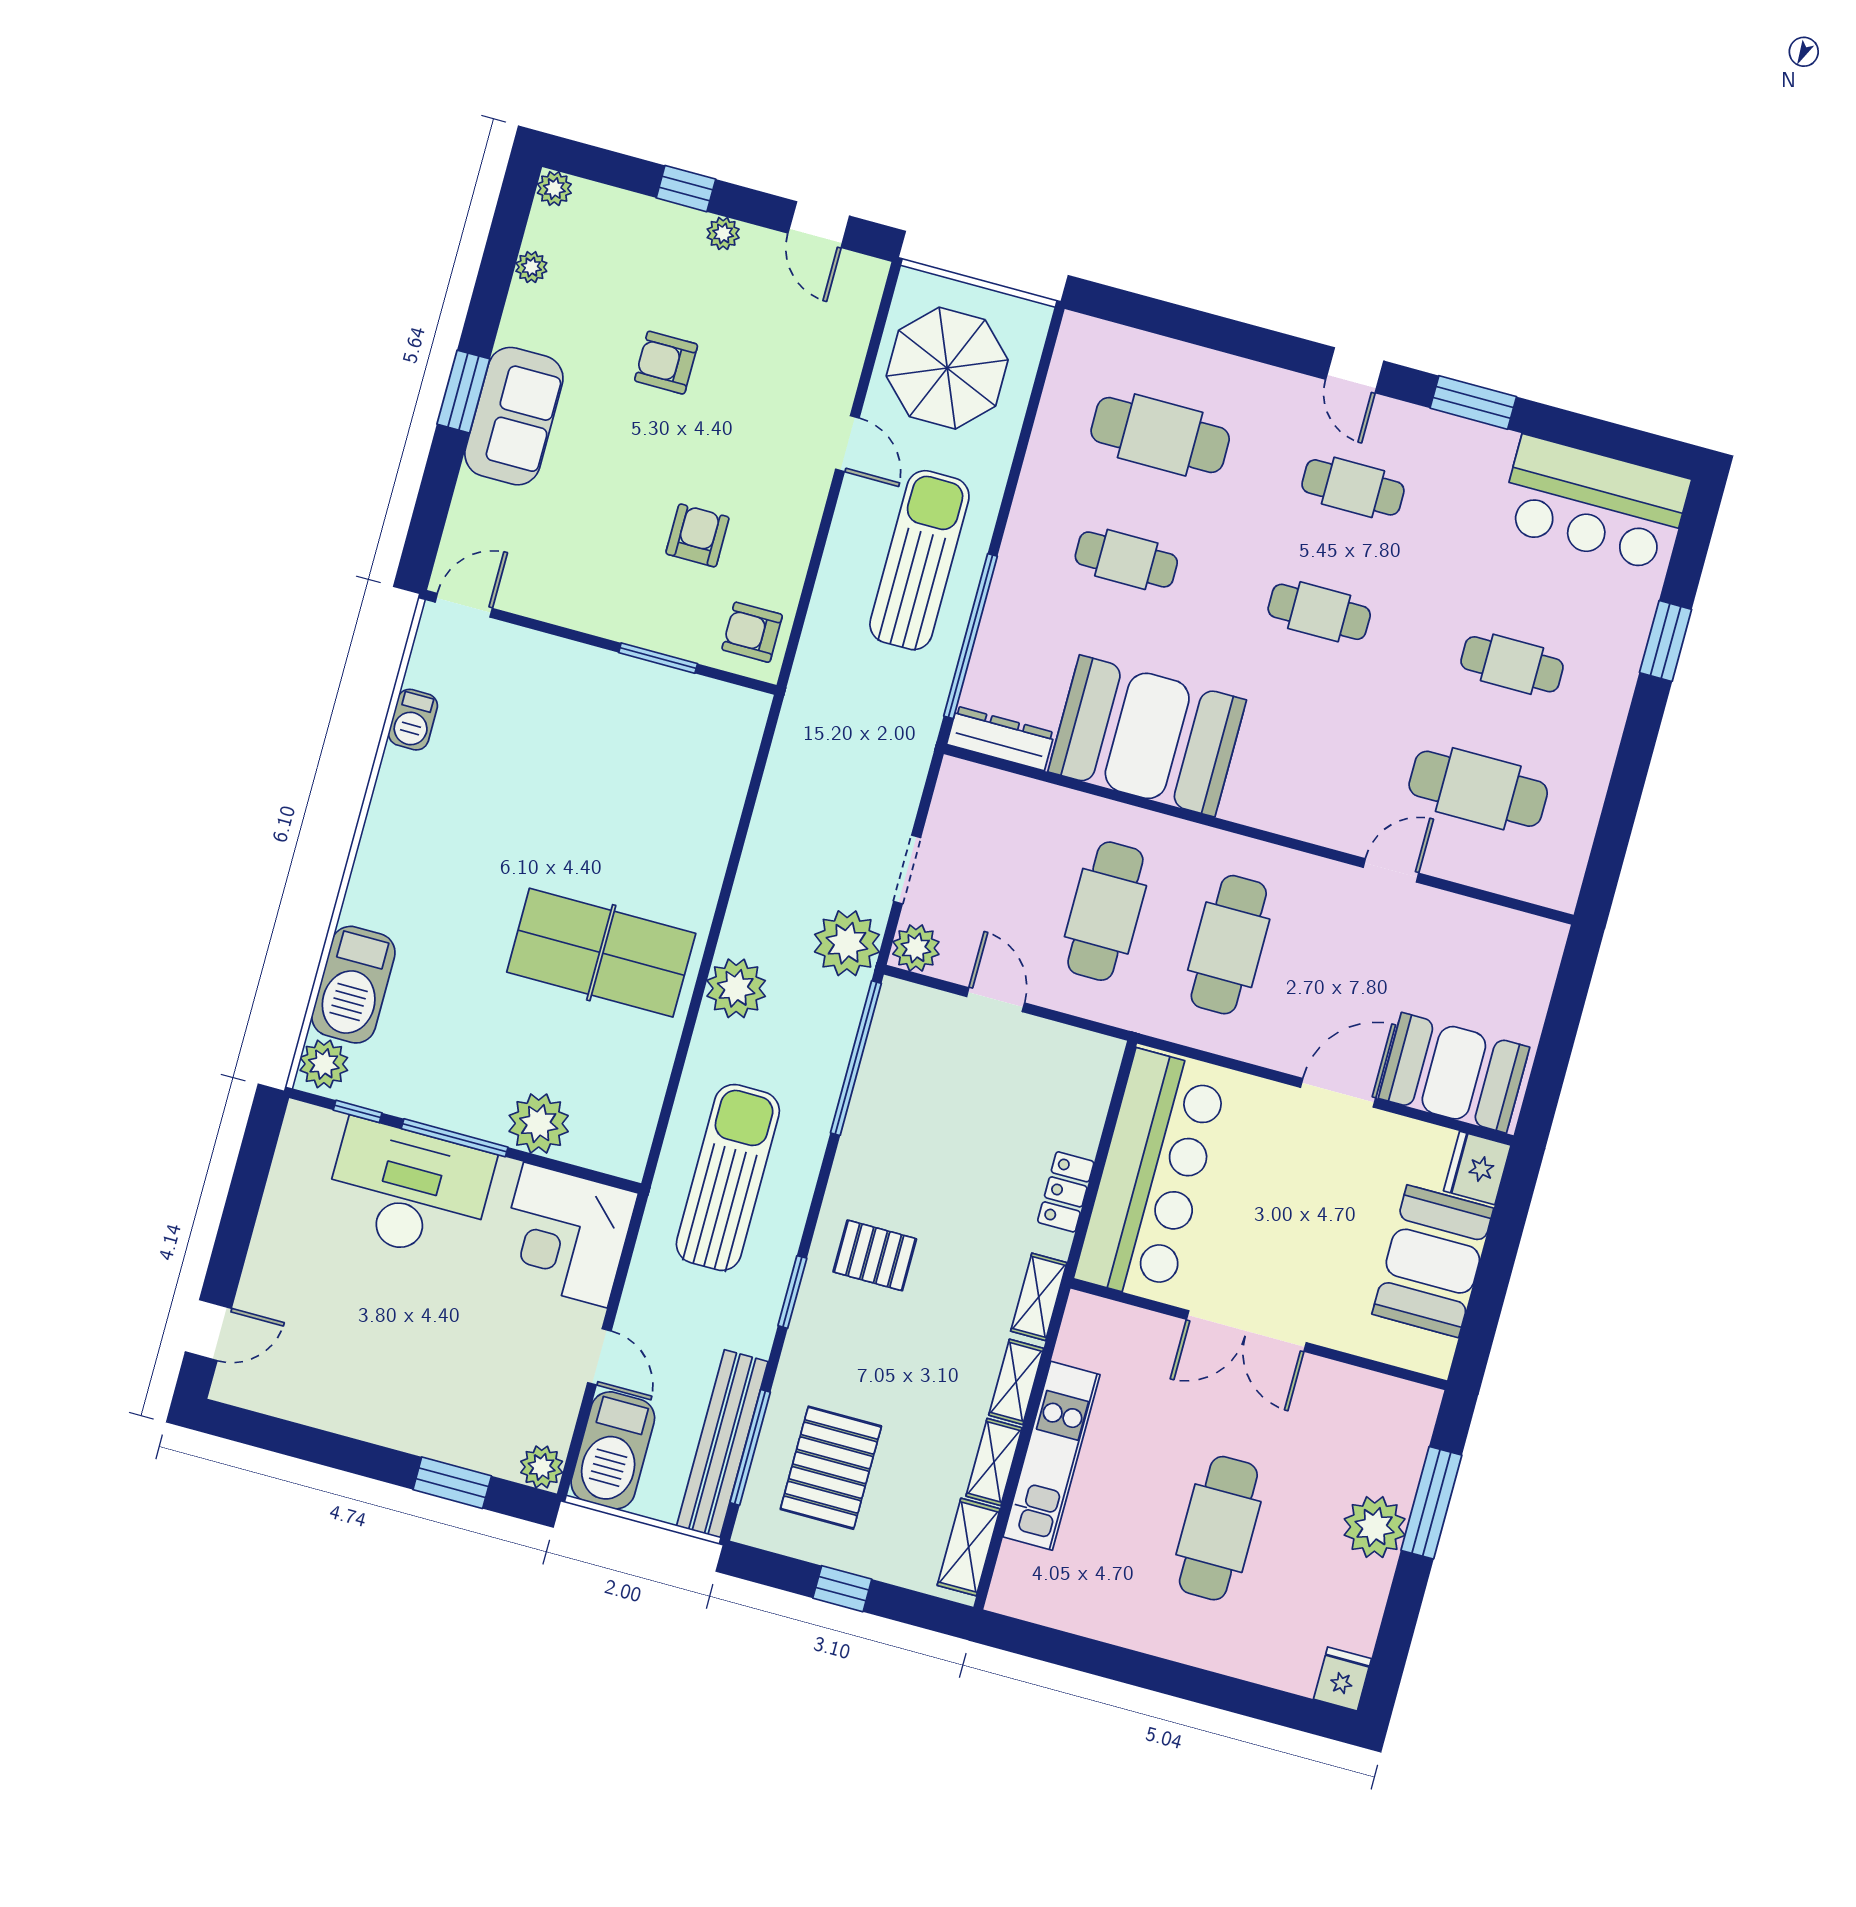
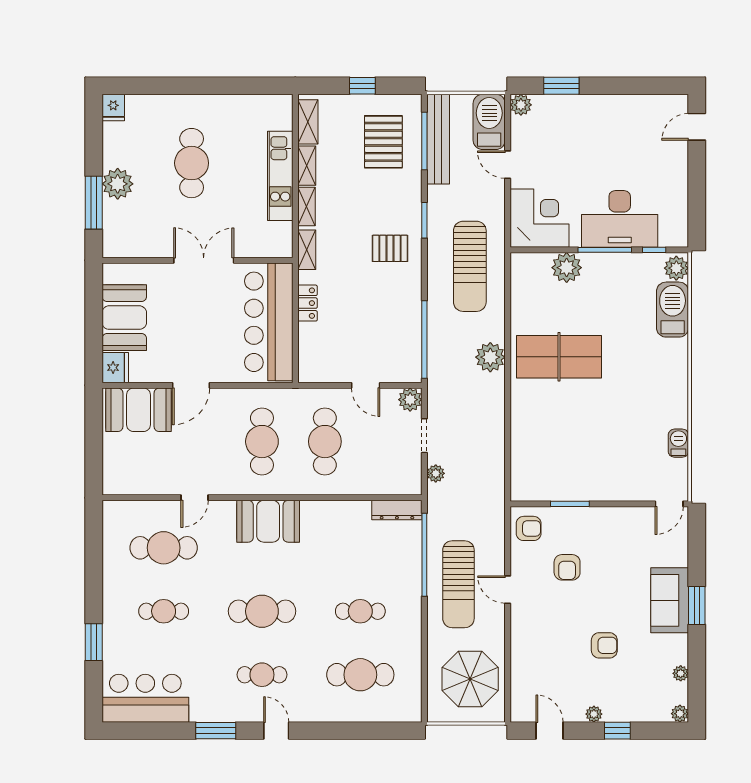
door: (847, 444) -> (508, 590), moved
cafe table: (1319, 612) -> (262, 611), width x1.37, depth x1.35
booth: (1147, 736) -> (268, 521), moved, width x0.73, depth x0.70
plant: (847, 943) -> (436, 473), moved, width x0.53, depth x0.53

